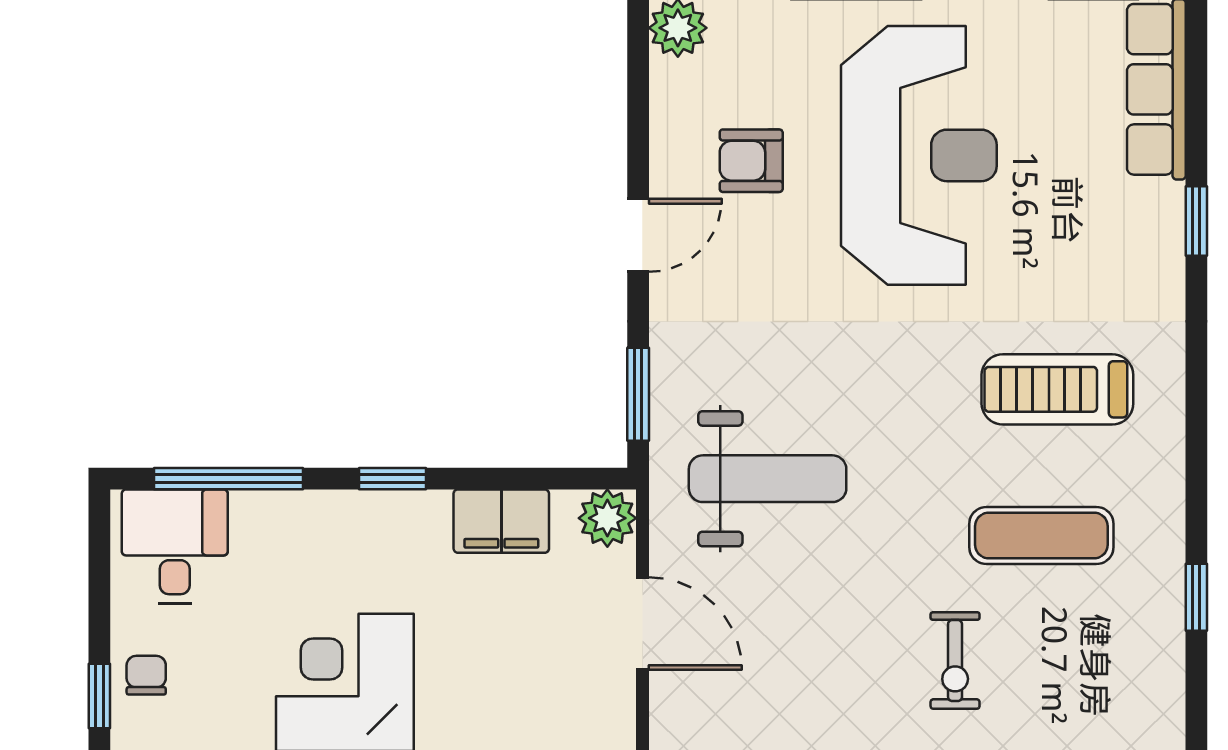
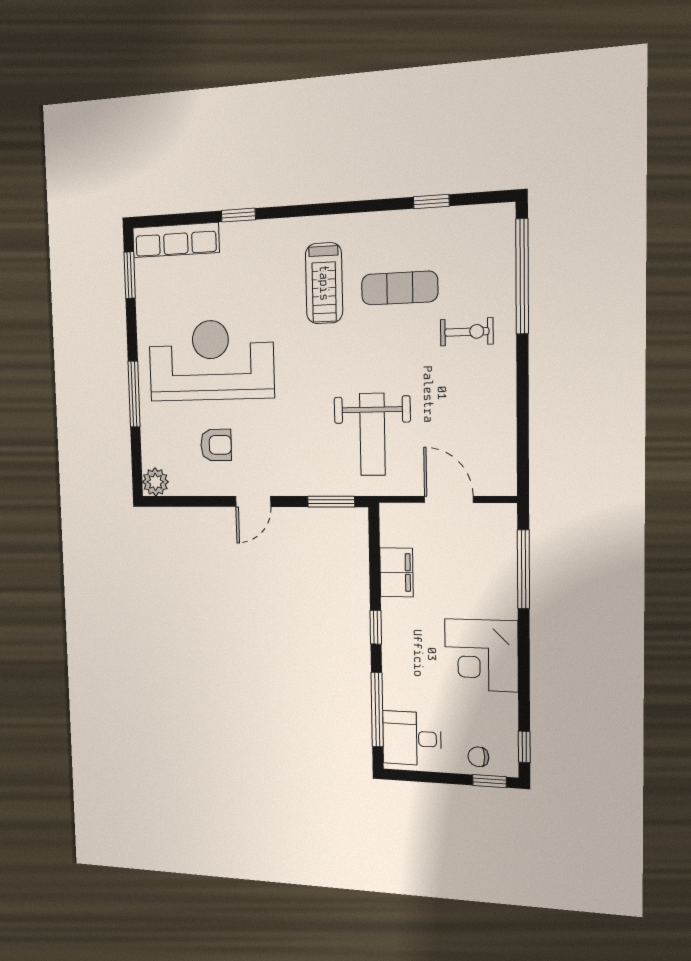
armchair: (751, 161) -> (216, 445), turned -90
door: (638, 235) -> (253, 501), swing flipped
weight bench: (768, 479) -> (372, 434), turned 180
plant: (607, 518) -> (394, 518), removed
exercise mat: (1041, 535) -> (400, 288), turned 90
door: (642, 624) -> (449, 499), hinge flipped

